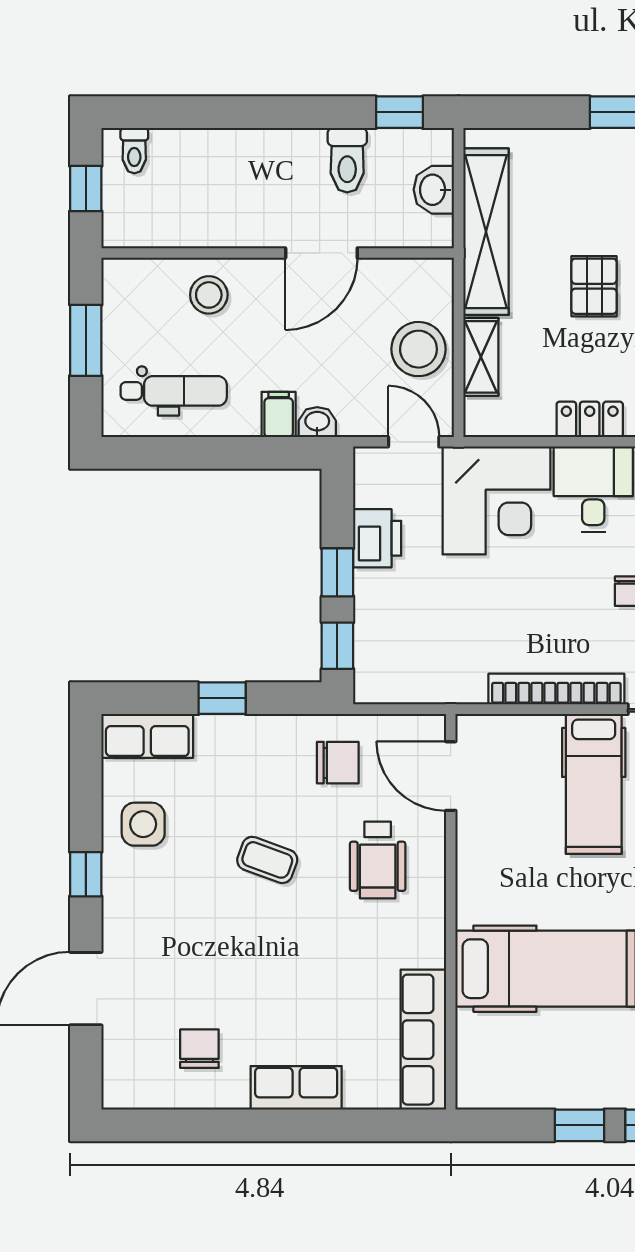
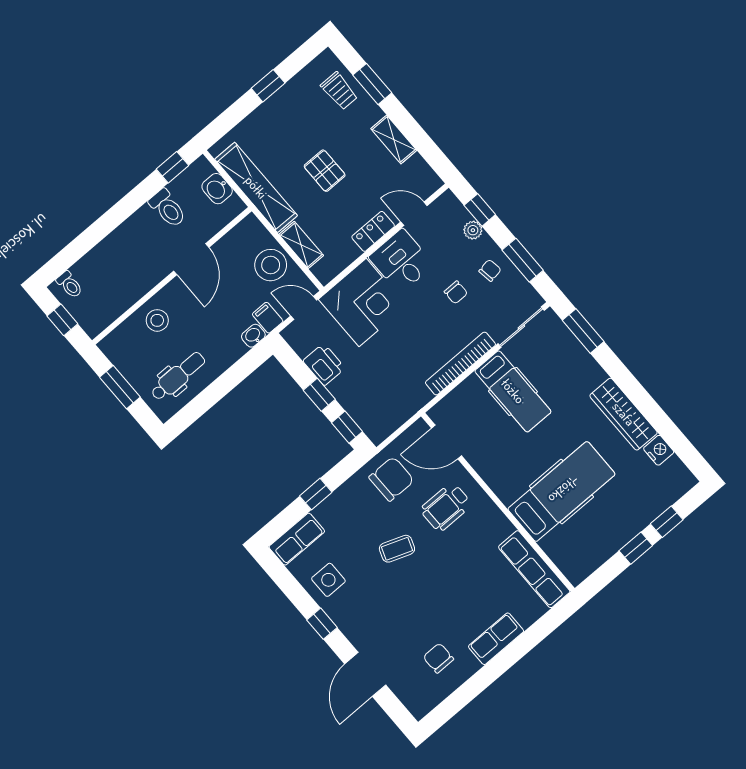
filing cabinet: (279, 414) -> (268, 318), moved
chair: (338, 763) -> (391, 479), width x1.37, depth x1.37
wheelchair: (378, 860) -> (446, 507), turned 90

